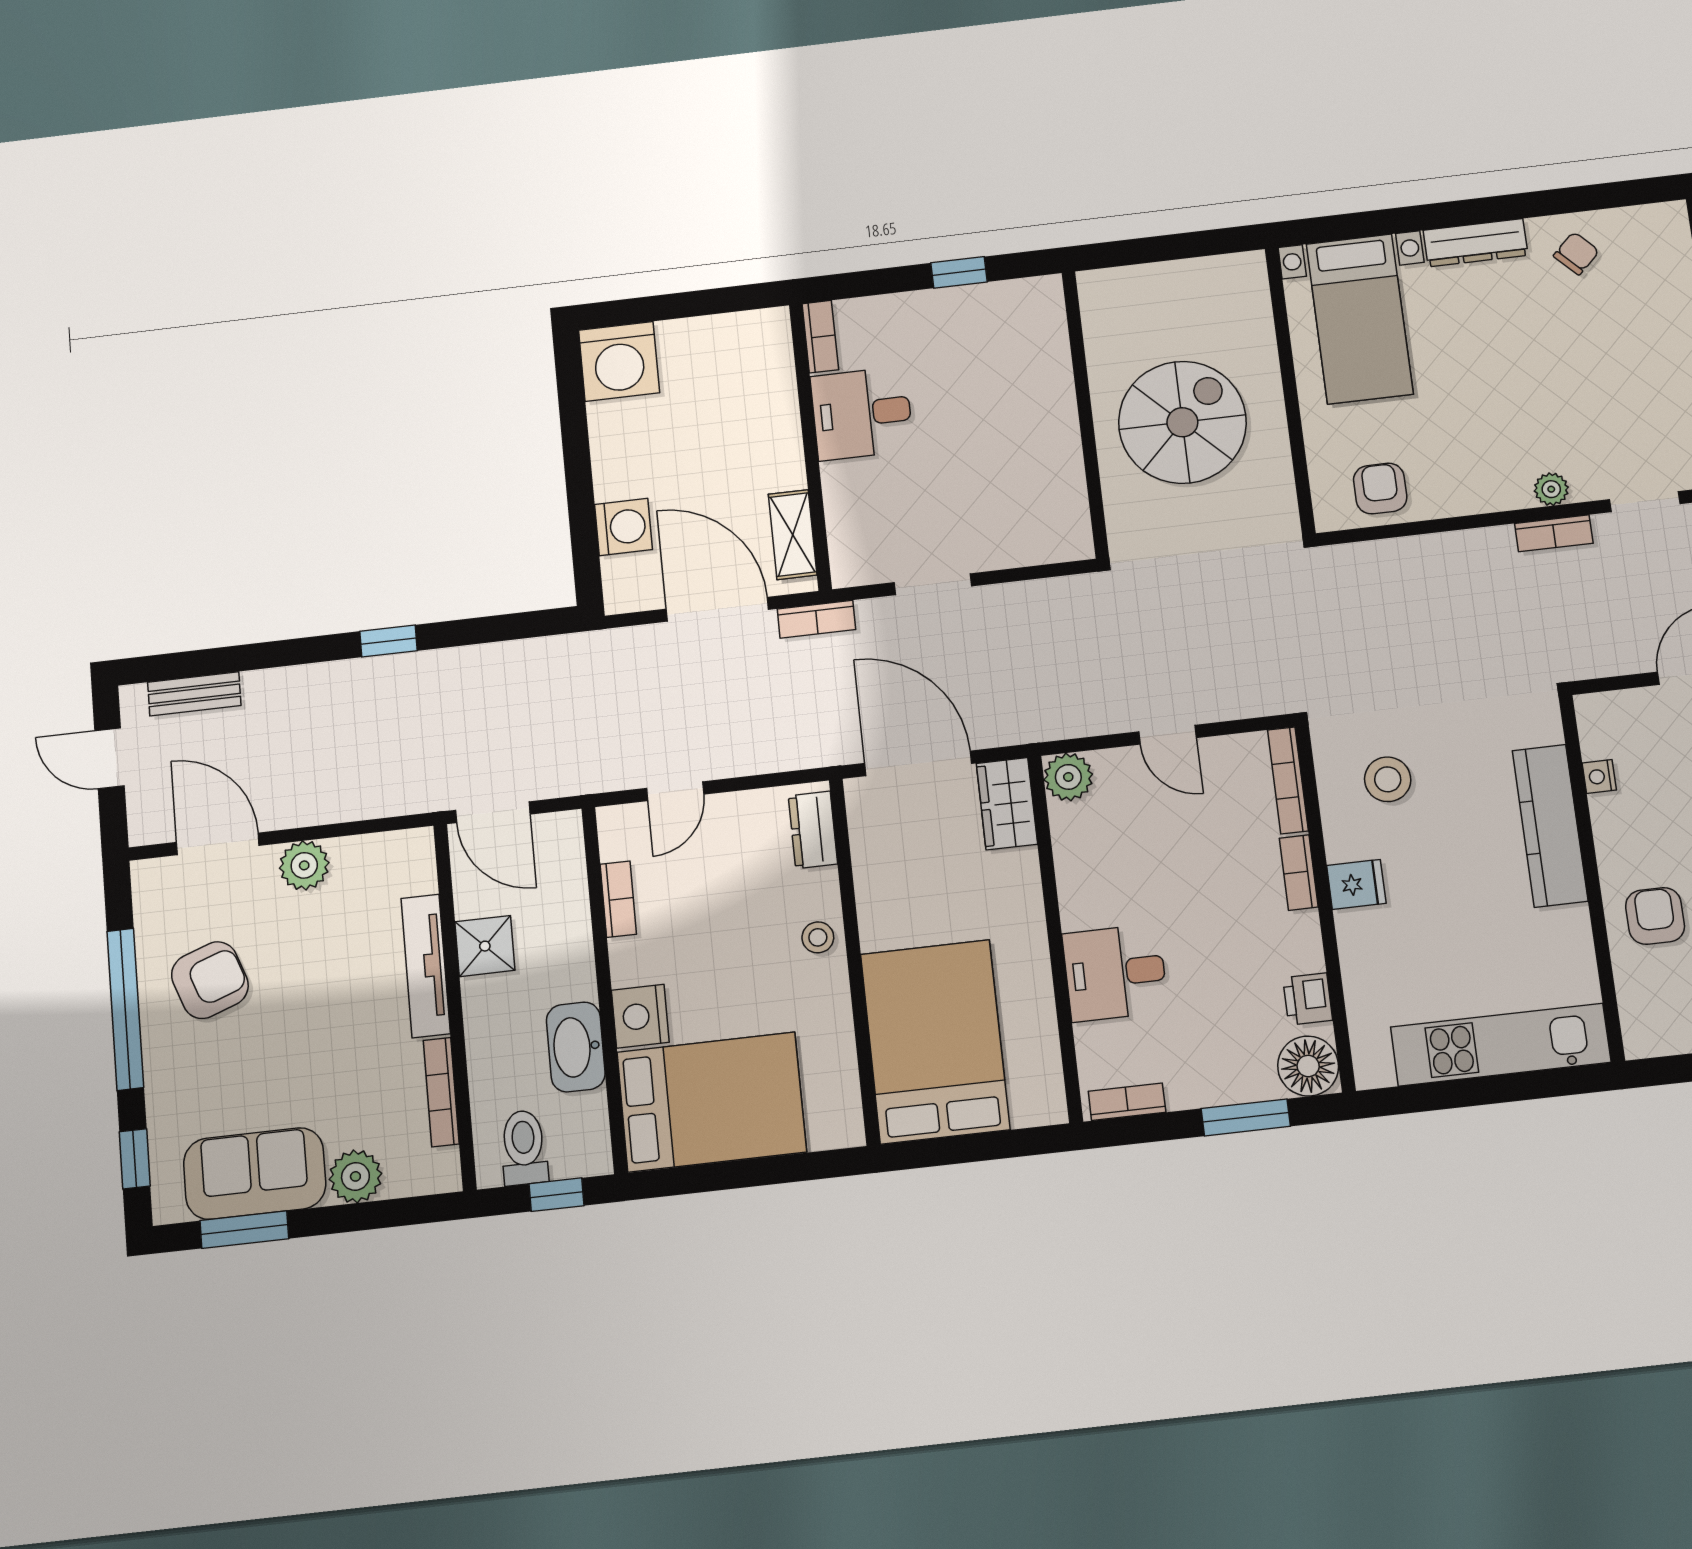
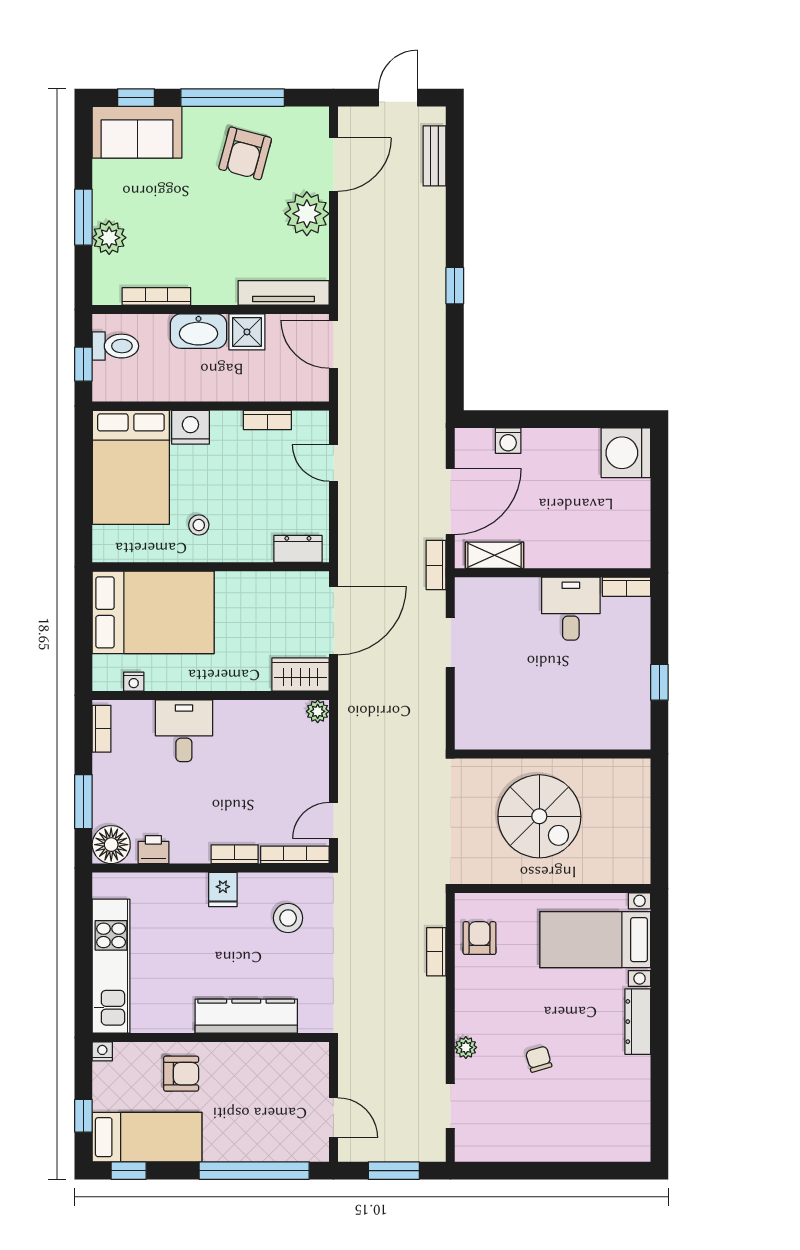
chair: (1576, 253) -> (539, 1059), moved, turned -152
armchair: (1380, 489) -> (479, 938), turned -90
washing machine: (623, 527) -> (508, 441), width x0.73, depth x0.73
bookcase: (1554, 533) -> (436, 952), moved
door: (1167, 735) -> (333, 821), moved
plant: (1068, 777) -> (318, 711), width x0.73, depth x0.73
nightstand: (1599, 777) -> (102, 1051), moved
door: (493, 812) -> (333, 344), hinge flipped
plant: (304, 865) -> (307, 214), width x1.36, depth x1.36
stool: (818, 937) -> (199, 525), moved
tv unit: (426, 966) -> (284, 293), moved
armchair: (210, 980) -> (245, 153), turned 35
washbasin: (576, 1047) -> (198, 331), moved, turned 180
nightstand: (1047, 1060) -> (134, 682), added
sofa: (255, 1174) -> (137, 132), moved, turned 90
window: (244, 1230) -> (83, 217), moved

